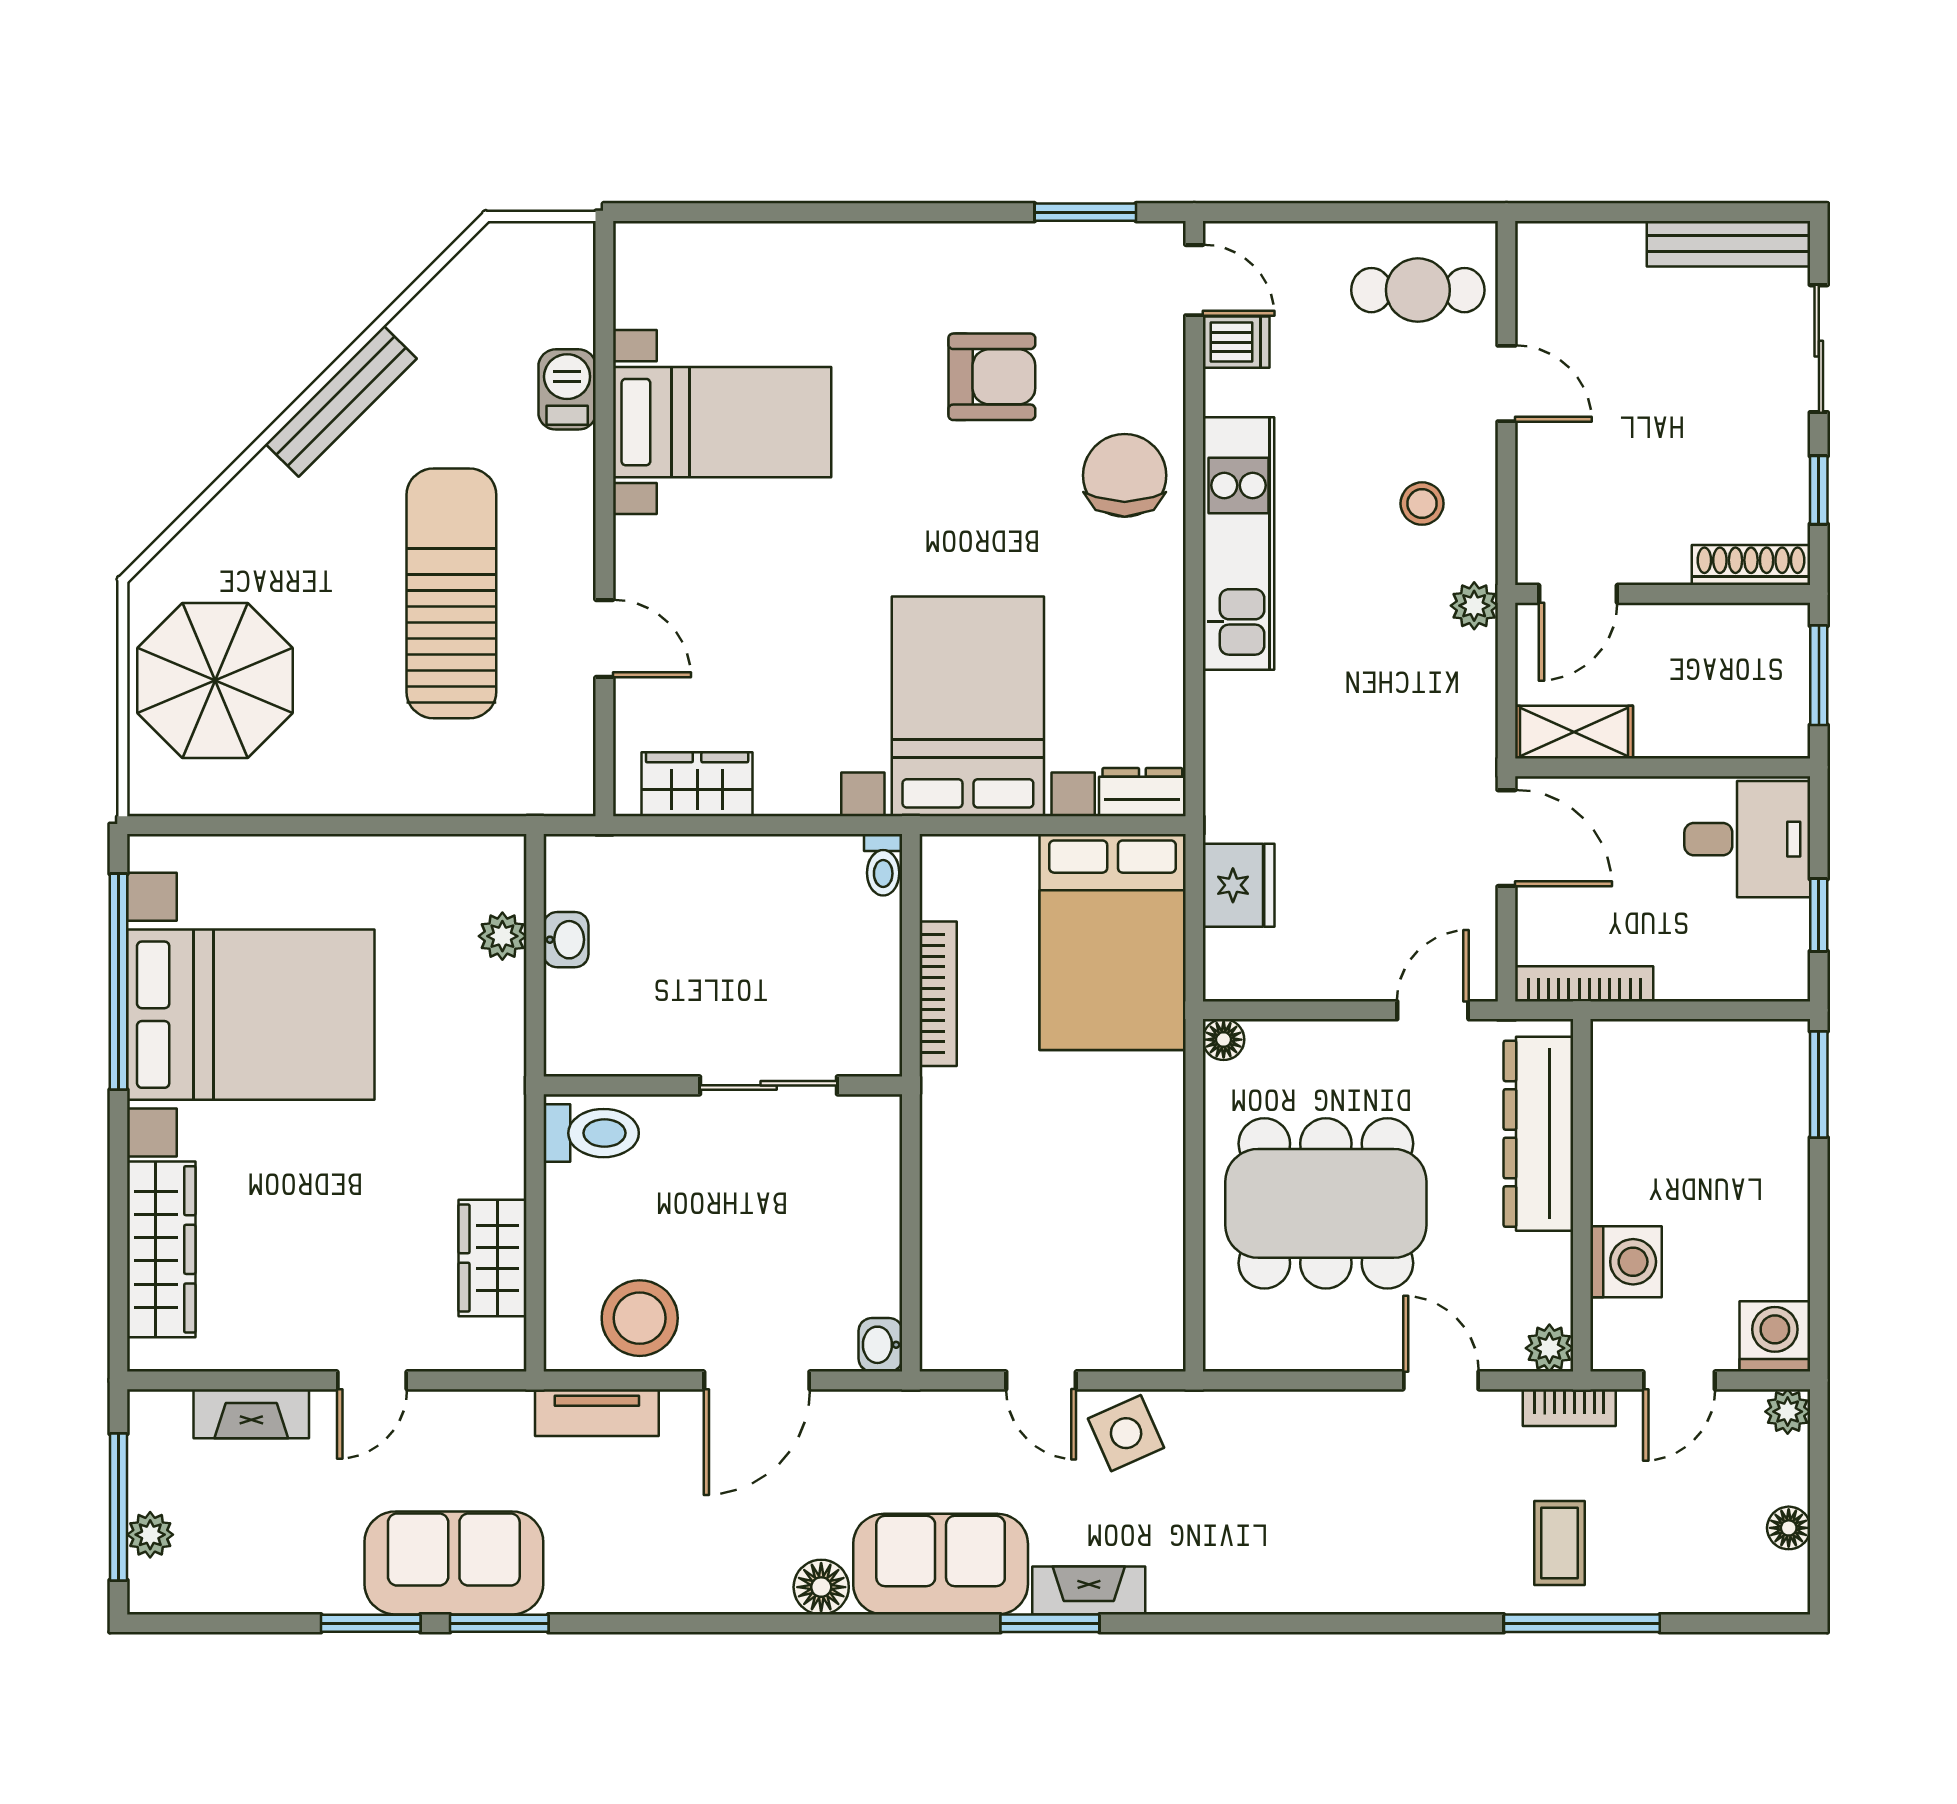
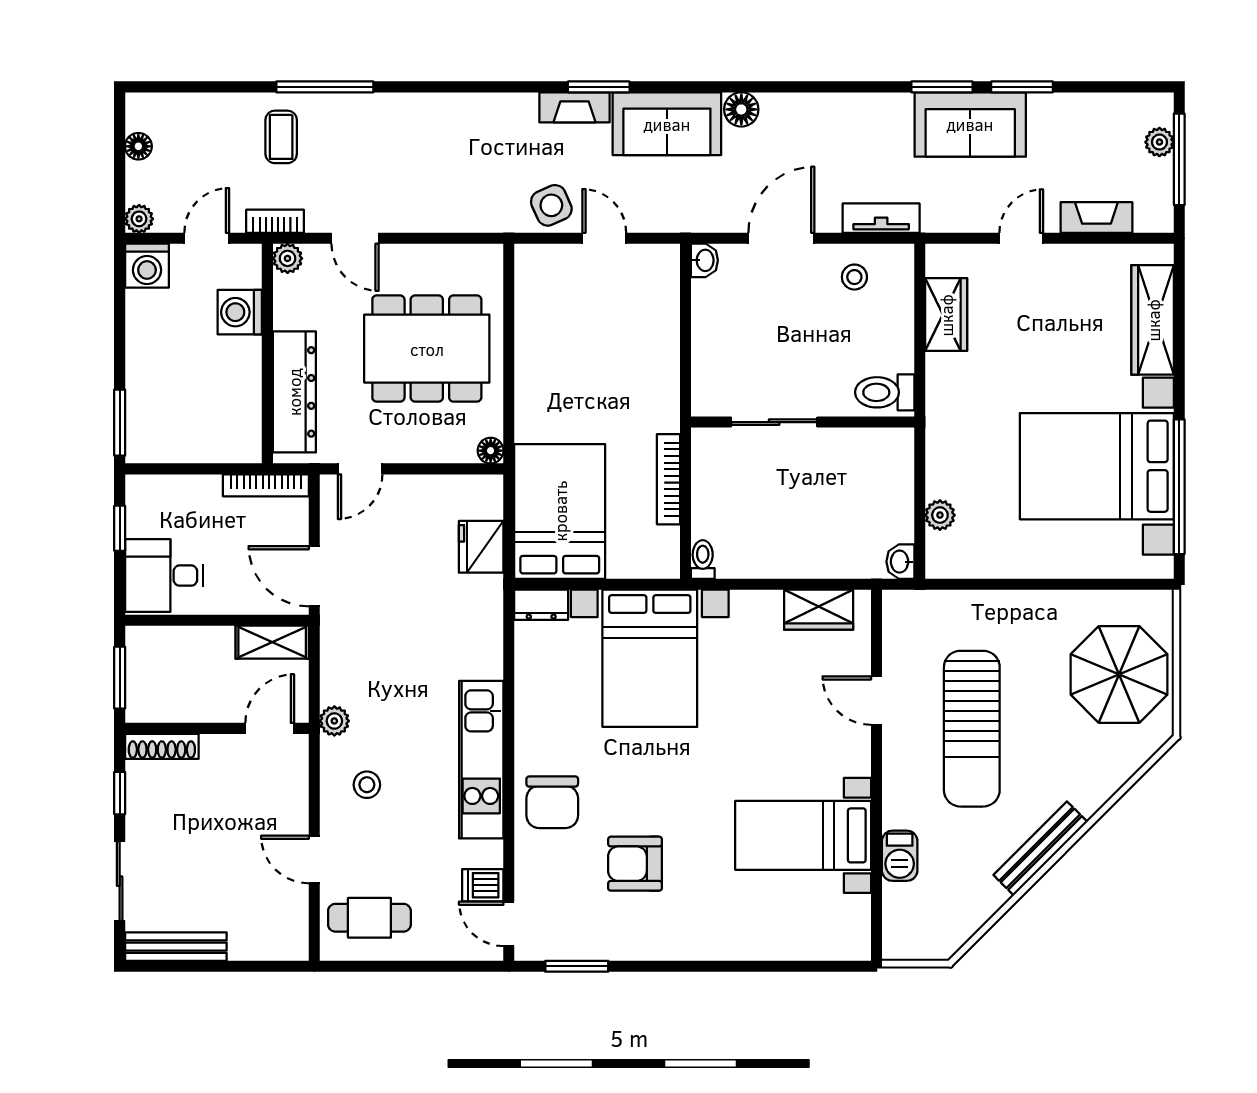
washbasin: (566, 940) -> (900, 562), moved
stool: (640, 1318) -> (854, 277), width x0.53, depth x0.53
window: (1582, 1623) -> (325, 87), moved

